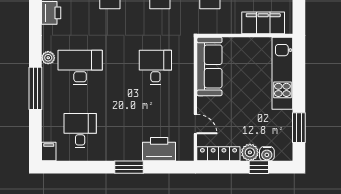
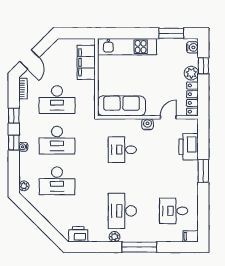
water cooler: (187, 98) -> (147, 124), added
water cooler: (267, 154) -> (192, 47), moved

